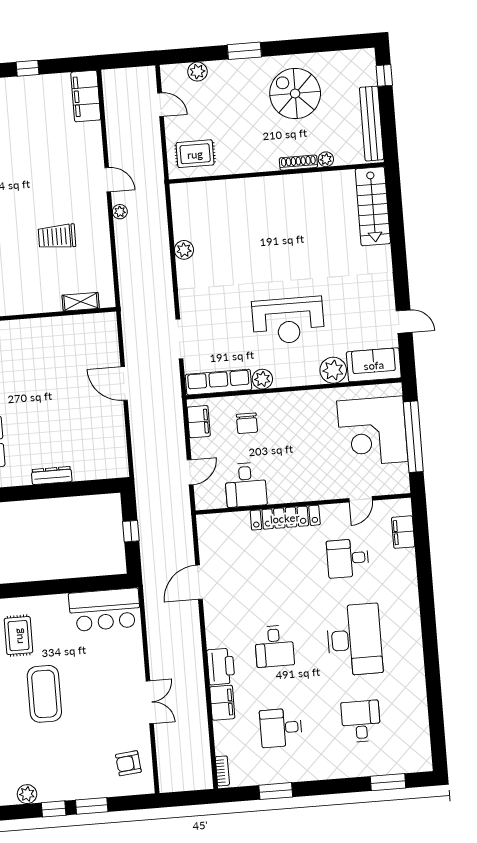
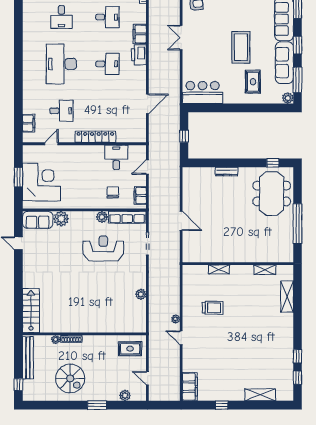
shelving: (81, 302) -> (219, 269), moved
reception desk: (288, 321) -> (103, 248), moved
window: (413, 437) -> (18, 177), width x0.47
desk: (274, 646) -> (107, 64), turned 90

